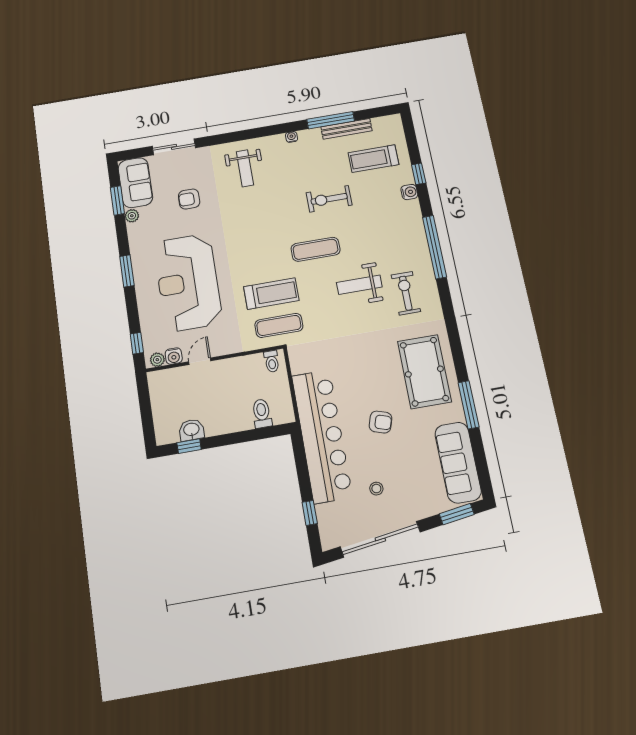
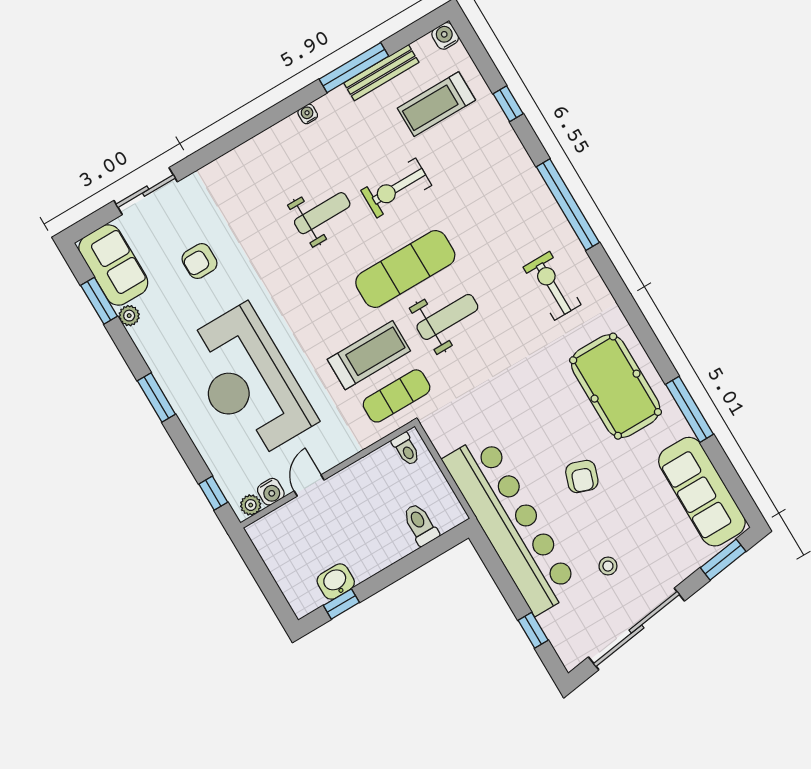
weight bench: (245, 168) -> (322, 213), moved, turned -90
water cooler: (409, 192) -> (445, 36), moved, turned -90
exercise mat: (316, 249) -> (405, 269), width x1.36, depth x1.45
weight bench: (359, 285) -> (447, 317), moved, turned 180
armchair: (381, 422) -> (582, 476), turned 91

